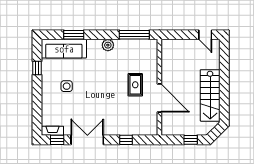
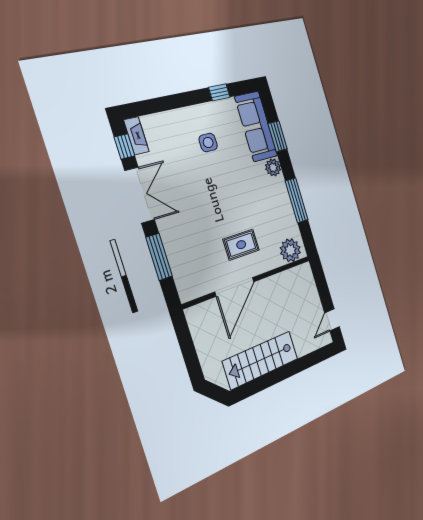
window: (134, 35) -> (297, 200), moved
plant: (108, 45) -> (273, 167), moved
plant: (150, 51) -> (290, 250), added
window: (126, 140) -> (159, 257), width x2.17
window: (191, 140) -> (191, 358), removed

